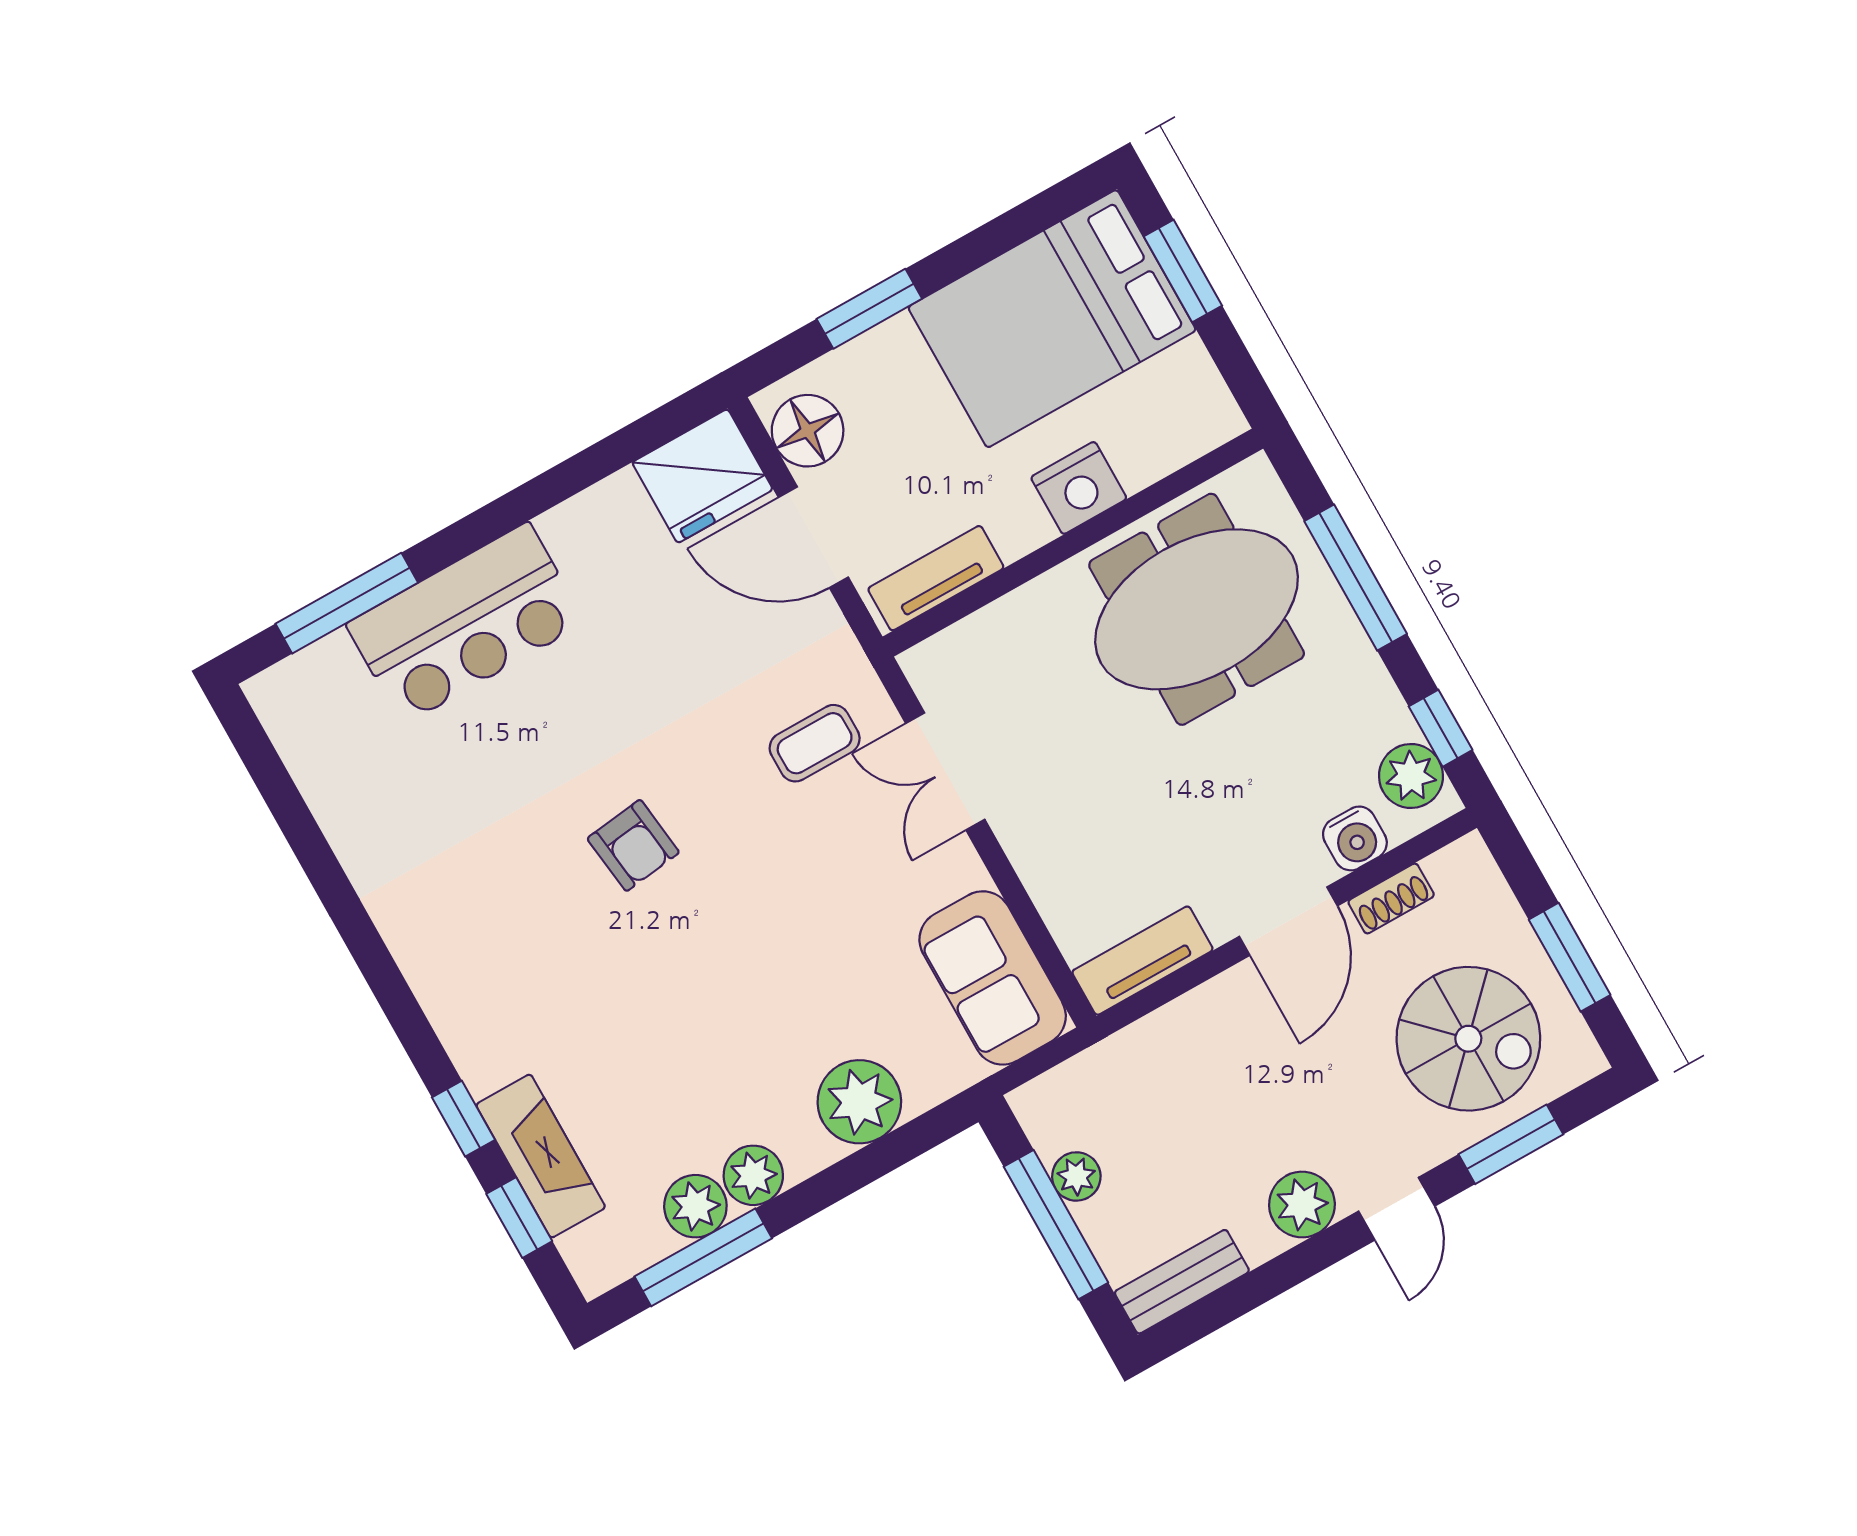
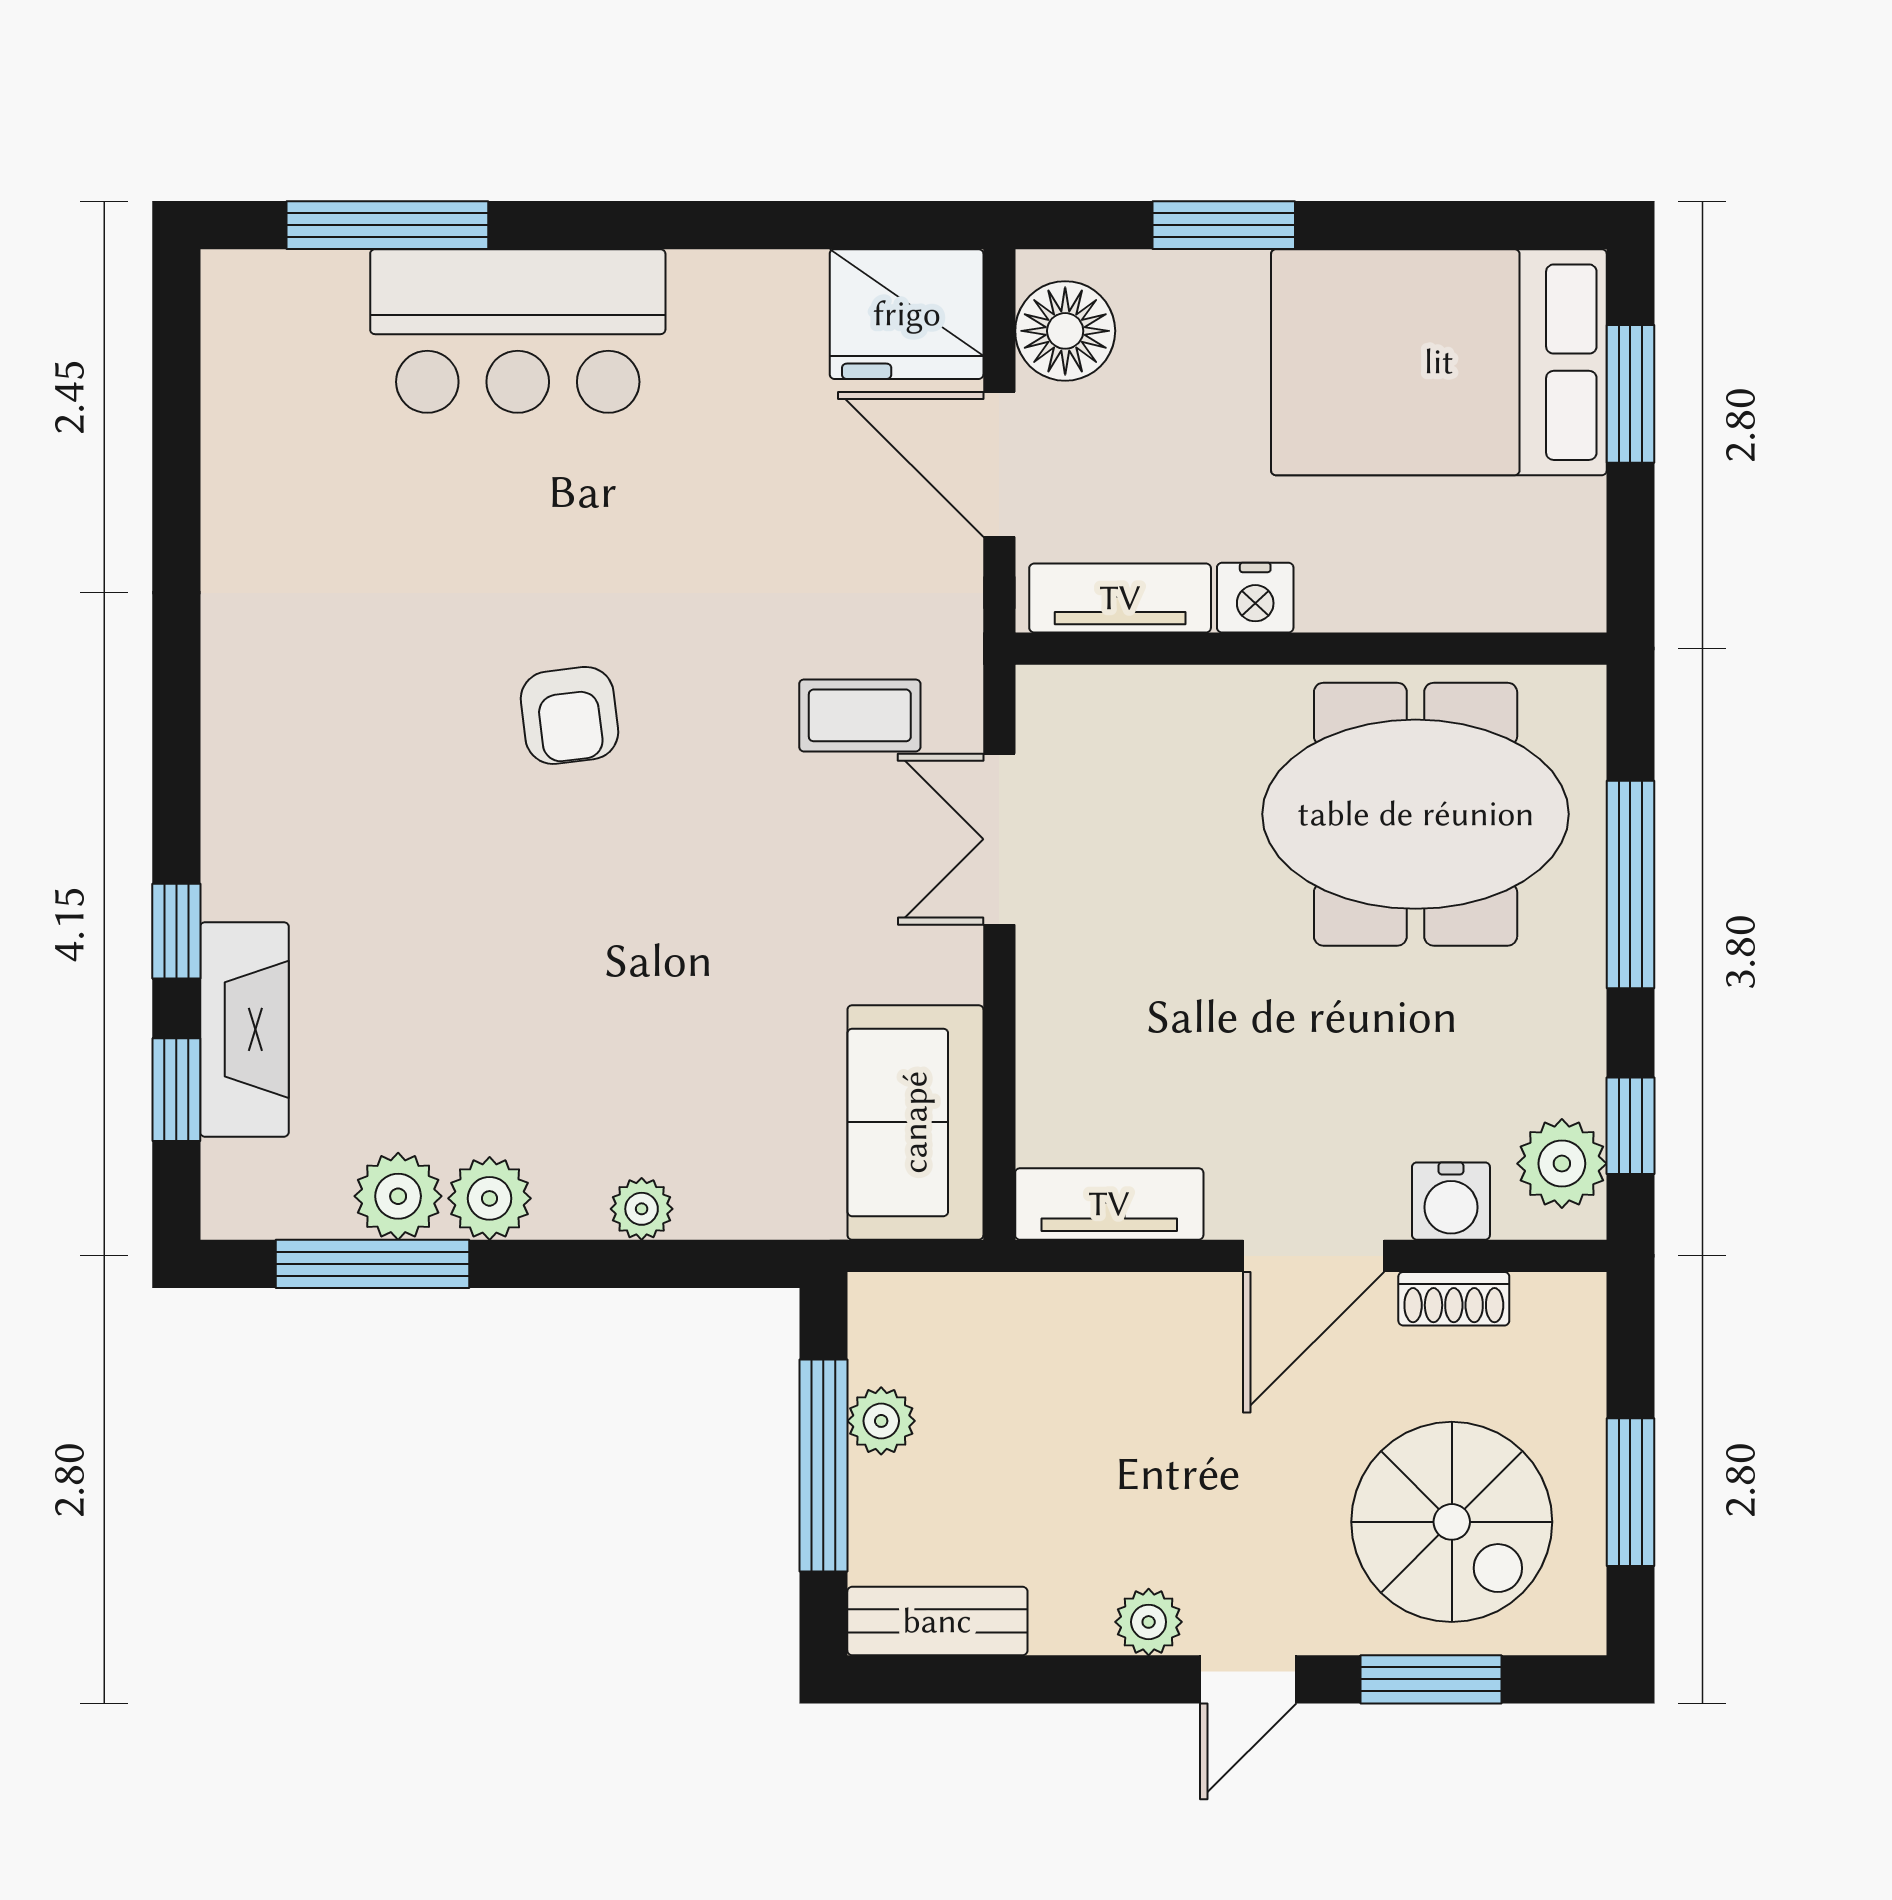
nightstand: (1079, 488) -> (1255, 598), moved, width x0.74, depth x0.75
plant: (859, 1102) -> (642, 1209), width x0.53, depth x0.53
plant: (1302, 1205) -> (1149, 1622), width x0.73, depth x0.73

